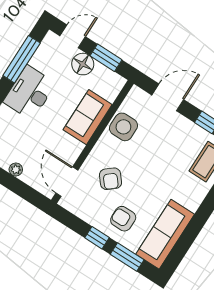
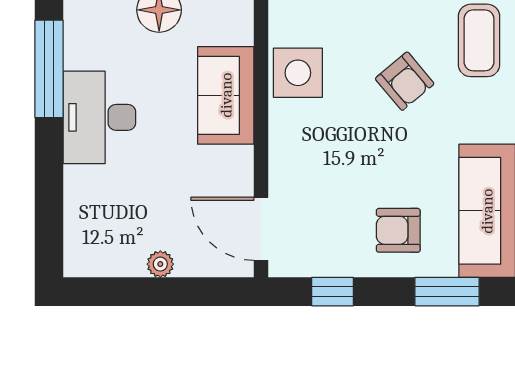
armchair: (110, 179) -> (405, 81), moved
window: (97, 238) -> (333, 292), moved

